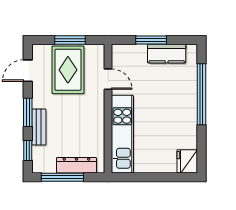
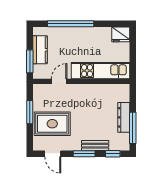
window: (70, 40) -> (30, 112), moved
door: (108, 79) -> (59, 81), moved
wall: (108, 109) -> (81, 81), moved
kitchen unit: (122, 134) -> (100, 71), moved

